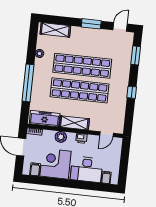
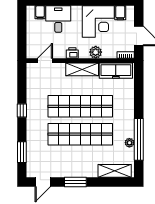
window: (28, 83) -> (139, 139), moved
desk: (87, 169) -> (58, 19), width x0.73

